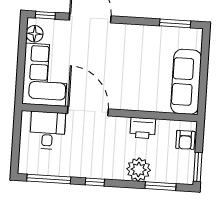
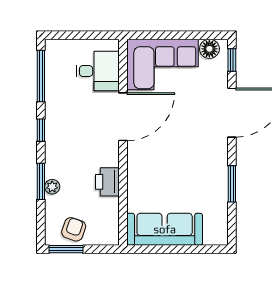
window: (175, 23) -> (232, 184), moved
armchair: (185, 140) -> (74, 229), moved, turned 109
plant: (139, 170) -> (52, 187), width x0.53, depth x0.53
window: (161, 186) -> (41, 181), moved

